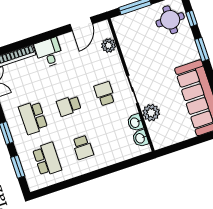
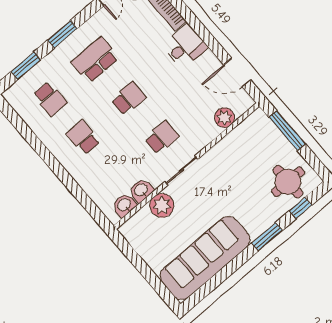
school desk: (69, 106) -> (128, 99), turned 90
school desk: (83, 147) -> (83, 137), turned 90
school desk: (47, 159) -> (50, 99), width x0.54

